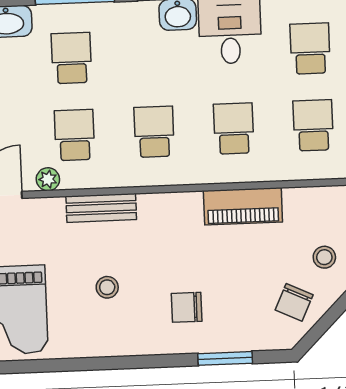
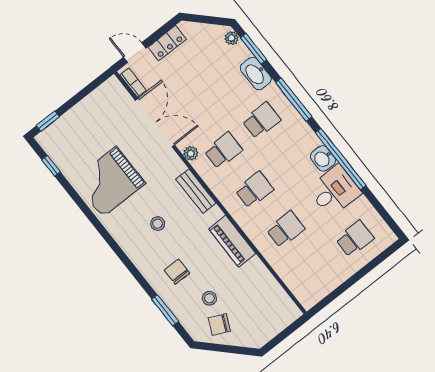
school desk: (313, 125) -> (317, 269), removed
piano: (243, 206) -> (232, 241), moved
stool: (324, 257) -> (209, 298), moved

